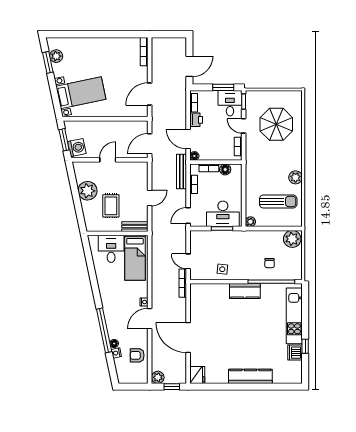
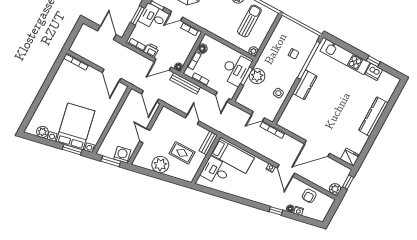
window: (48, 62) -> (72, 150), moved
bed with nightstands: (81, 93) -> (75, 126), width x1.36
plant: (292, 239) -> (257, 76), moved
window: (104, 330) -> (276, 211), width x0.32

